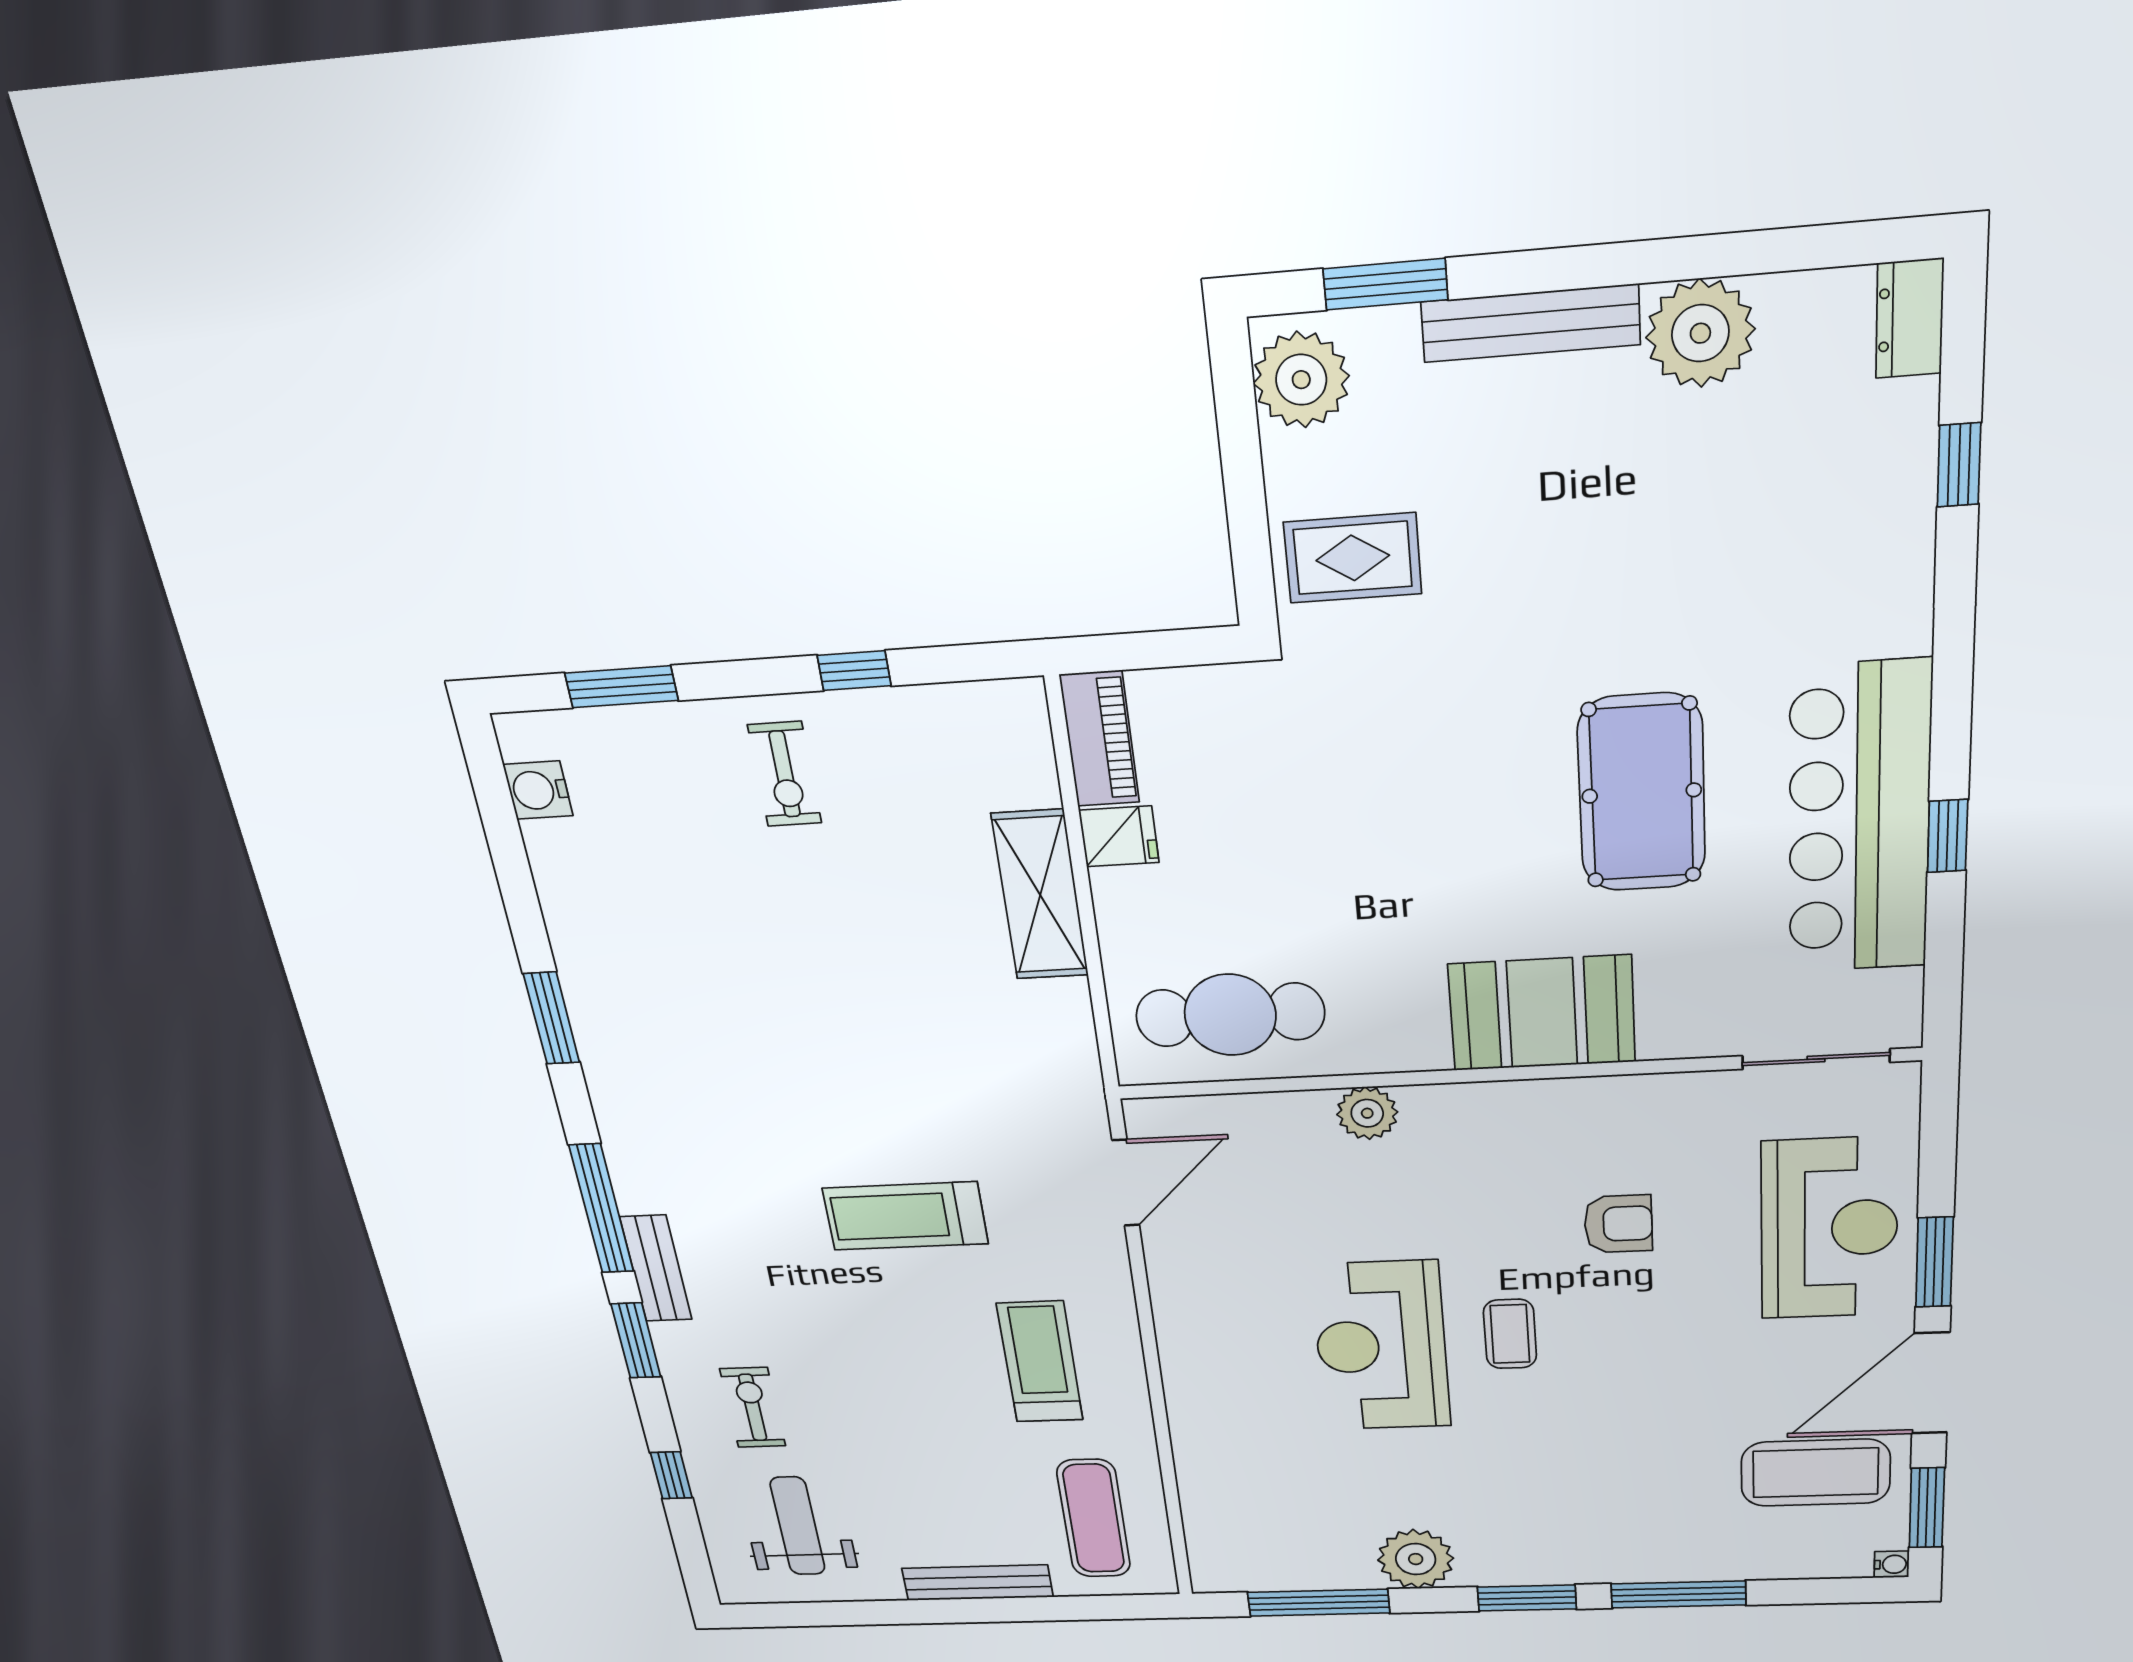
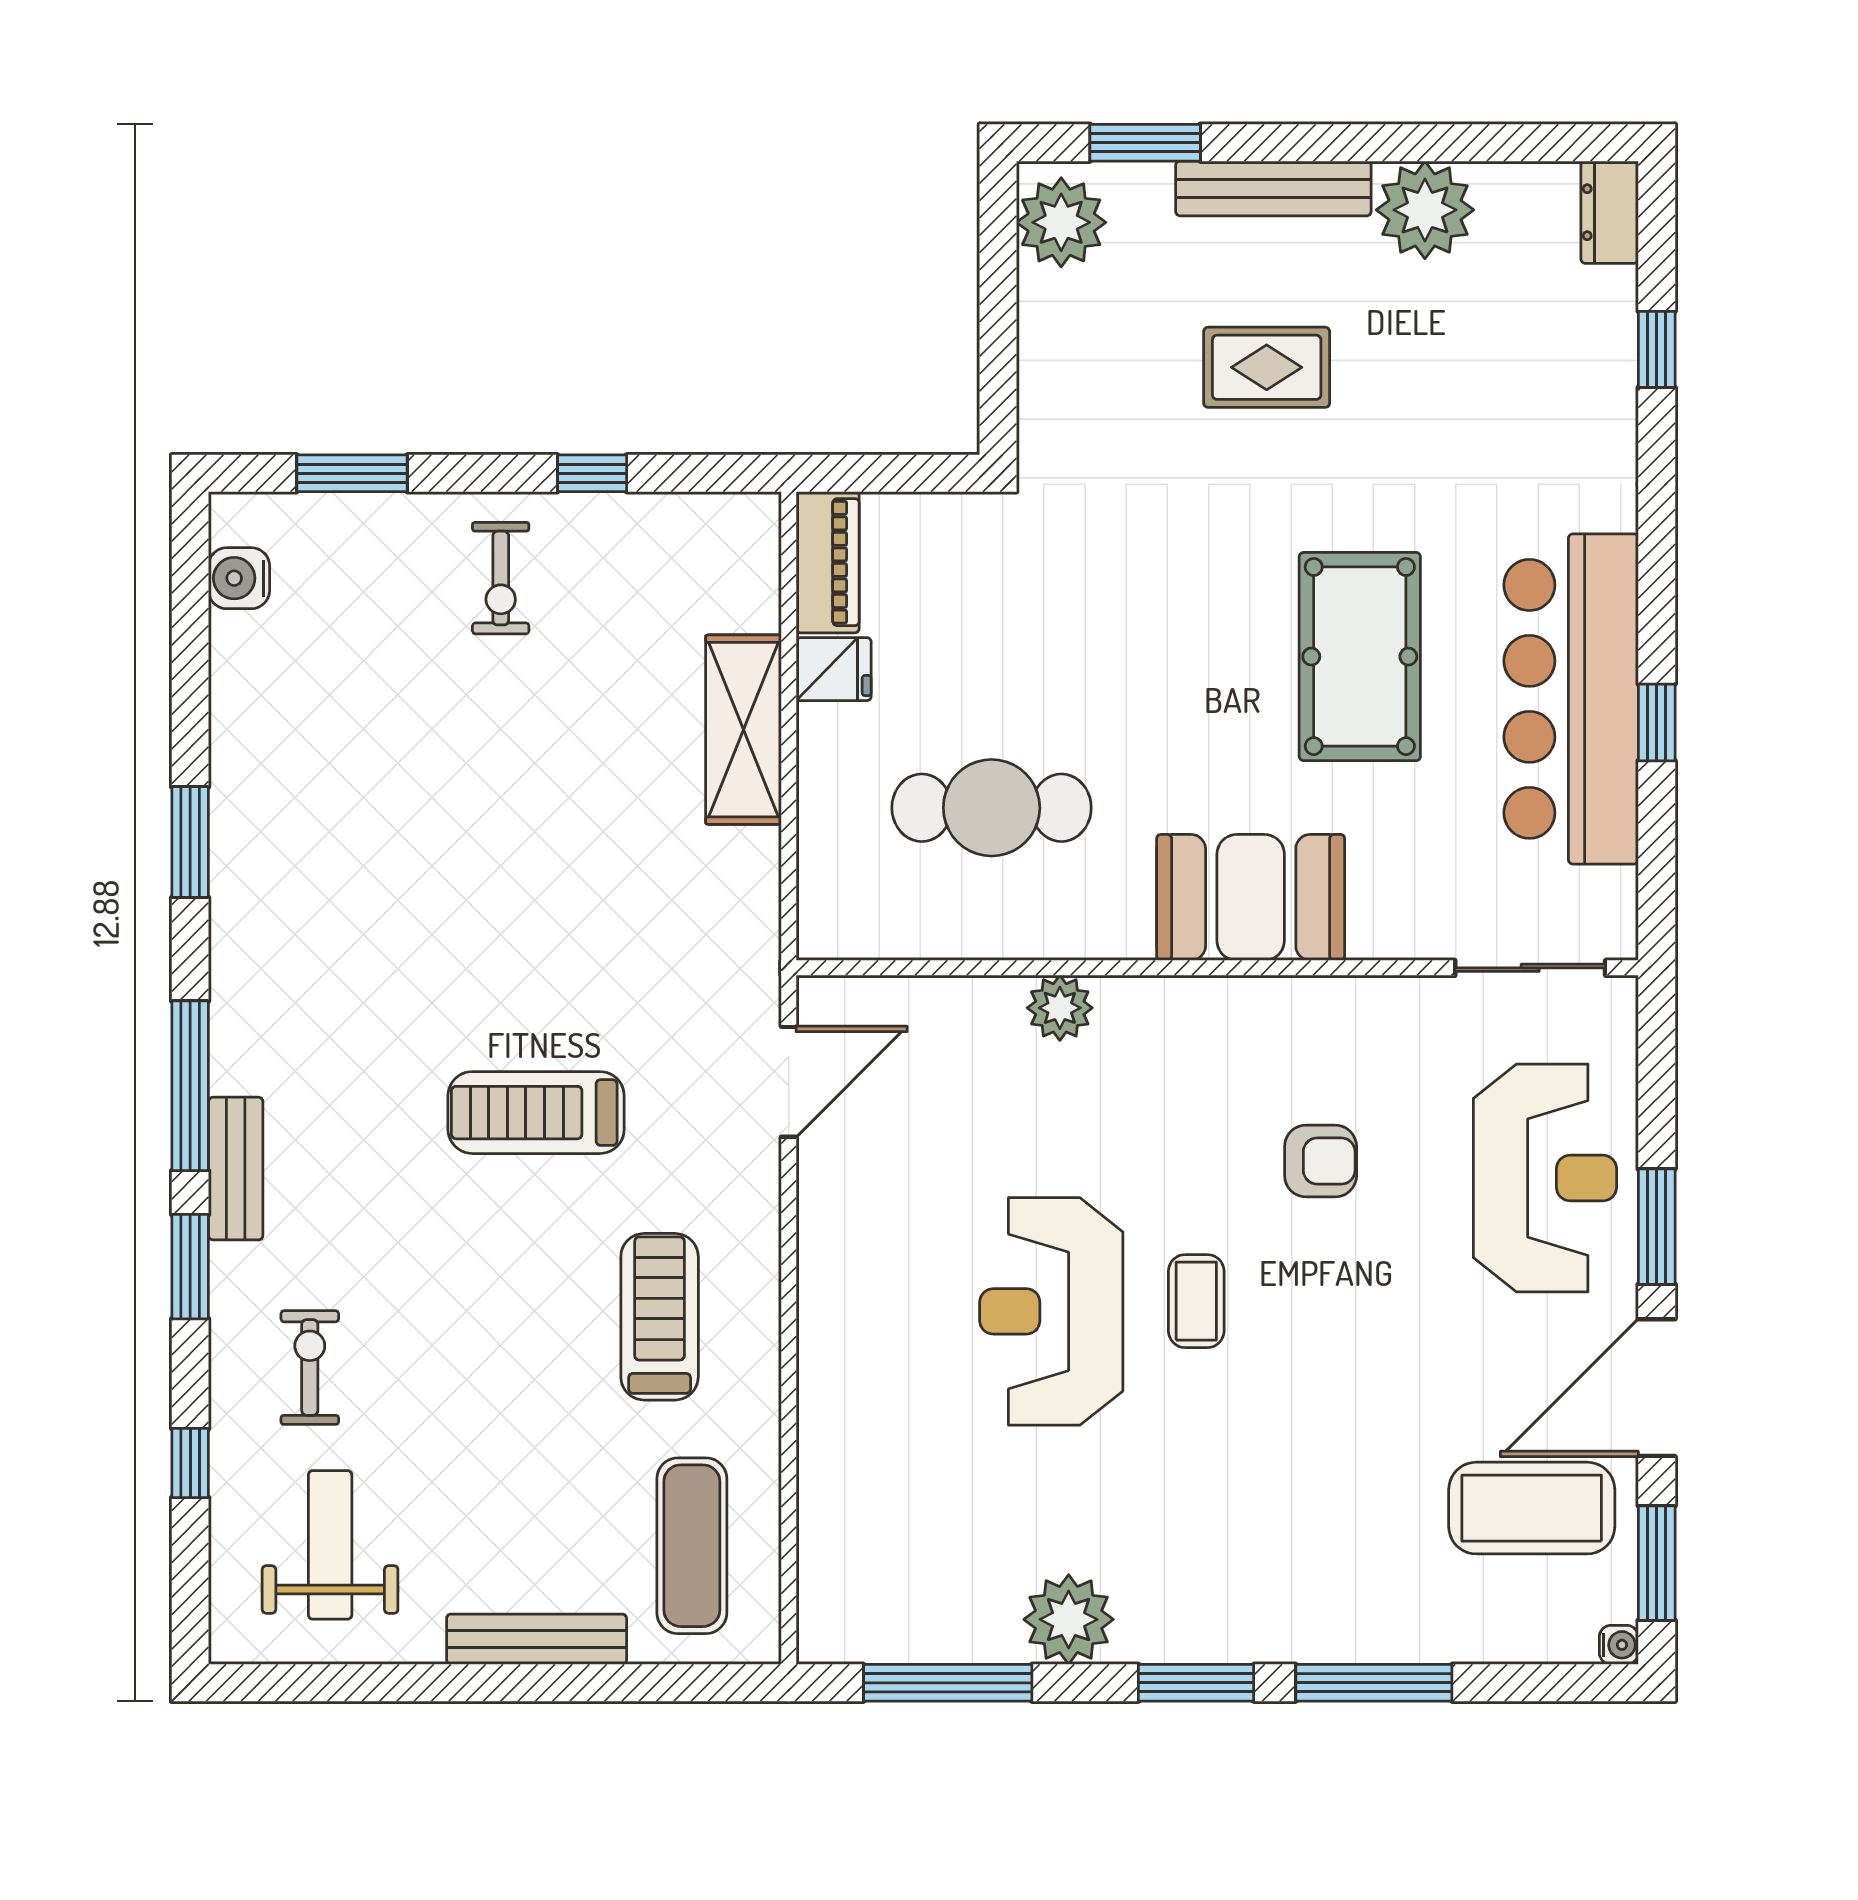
rug: (1353, 558) -> (1267, 367), moved
cafe table: (1230, 1015) -> (992, 808), moved

